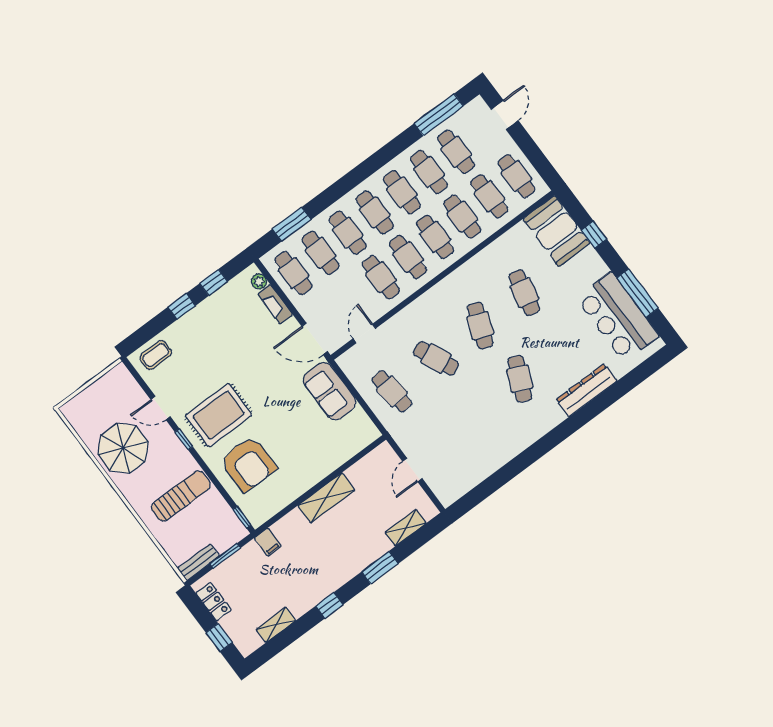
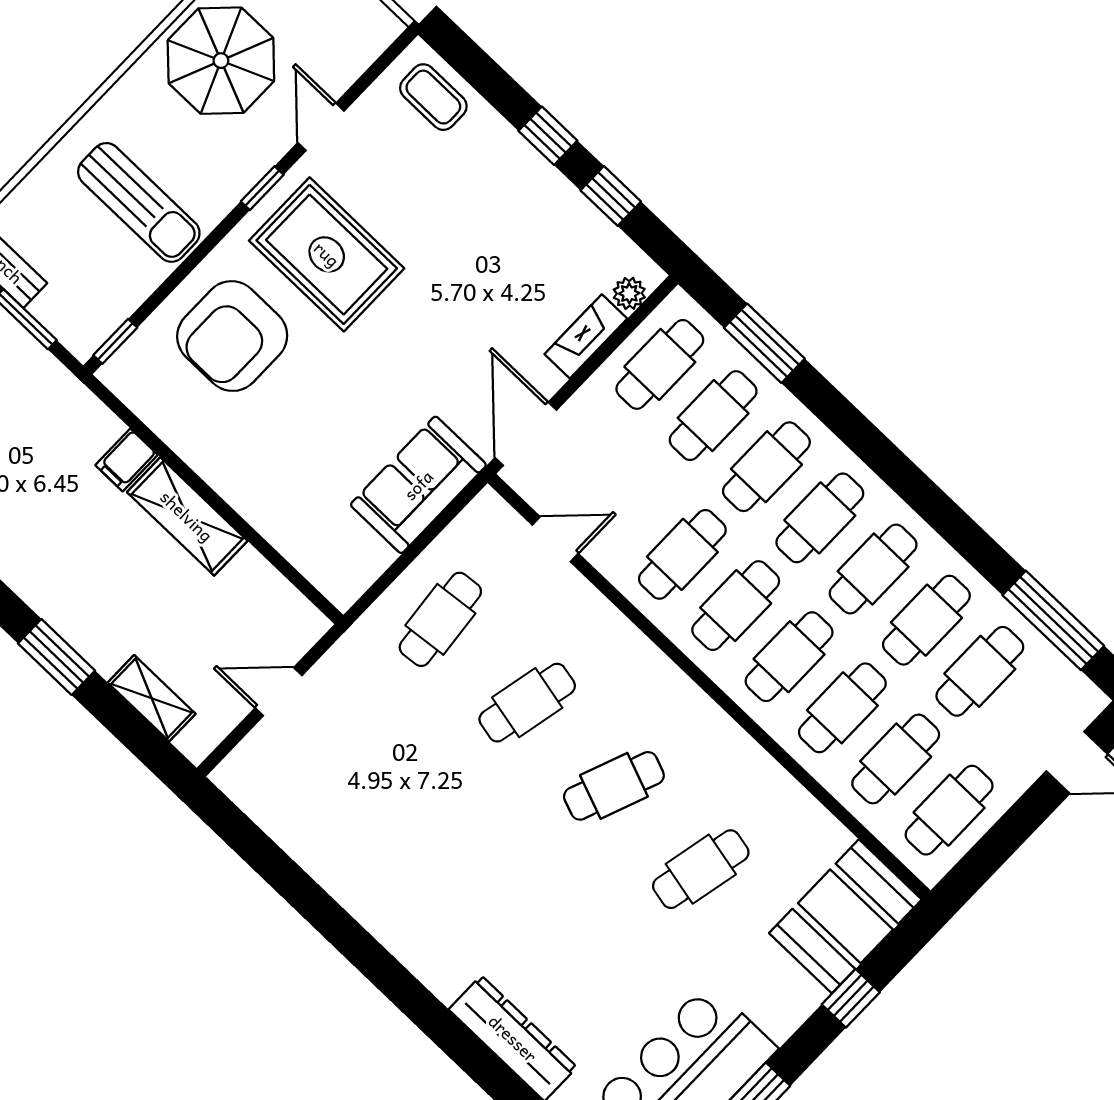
cafe table: (436, 358) -> (527, 703), turned 36
cafe table: (520, 379) -> (514, 890), removed
filing cabinet: (268, 542) -> (127, 460), moved

